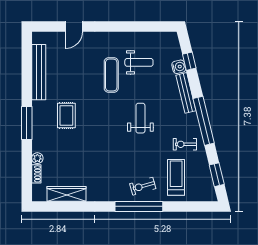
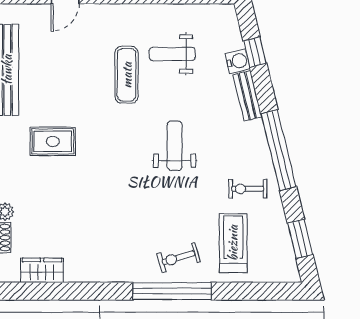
weight bench: (139, 62) -> (172, 54), turned 180
bench: (186, 93) -> (247, 96), width x0.73
rug: (66, 115) -> (53, 141), turned 90
wardrobe: (66, 194) -> (42, 270), width x0.67

